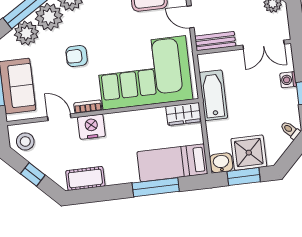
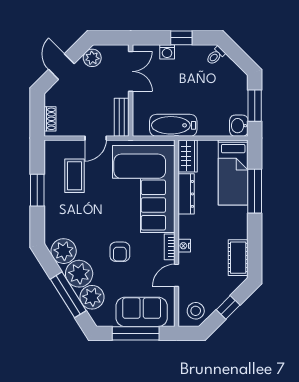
dresser: (144, 117) -> (186, 194), added
nightstand: (91, 127) -> (184, 246), width x0.53, depth x0.56
shower: (249, 153) -> (232, 98), removed

